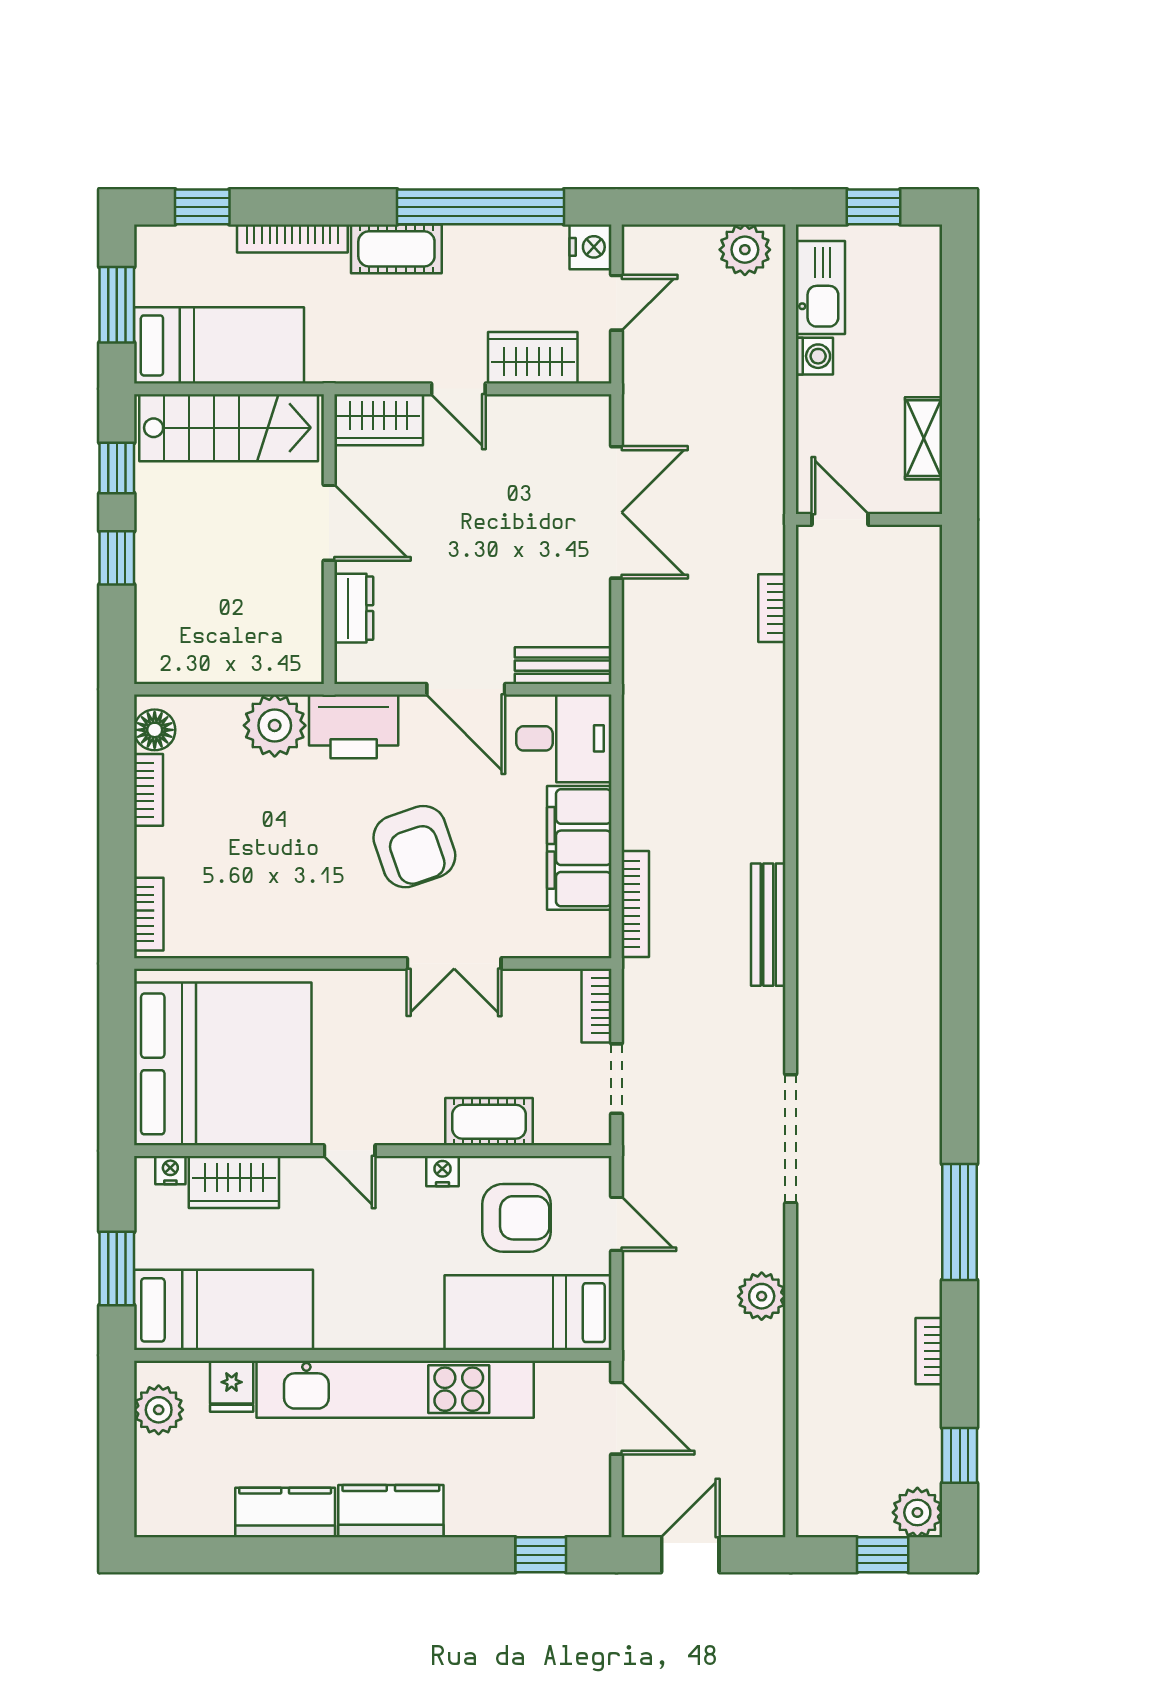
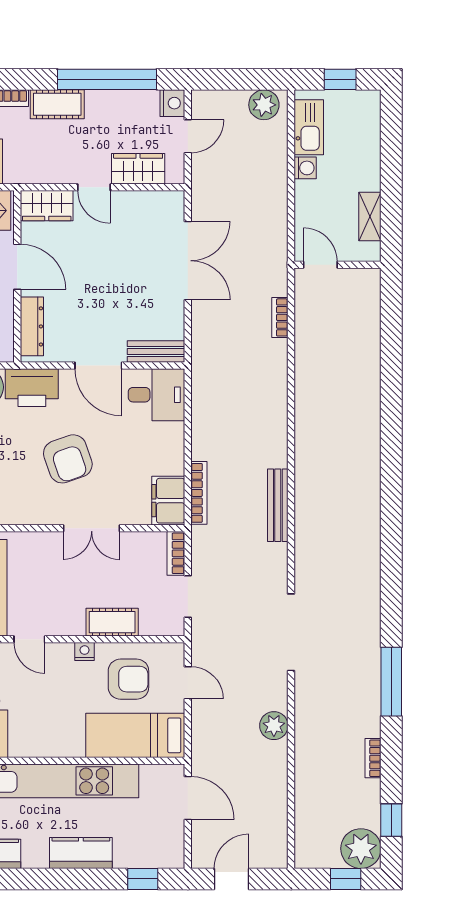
dresser: (354, 608) -> (32, 326), width x1.44
filing cabinet: (579, 848) -> (168, 501), moved, width x0.67, depth x0.86
kitchen counter: (391, 1511) -> (81, 853), moved
plant: (917, 1513) -> (361, 849), width x1.36, depth x1.36

